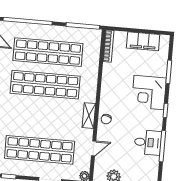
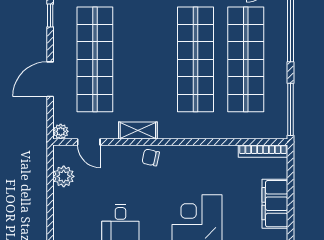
shelving: (89, 116) -> (138, 130), moved
door: (94, 148) -> (89, 142), moved

